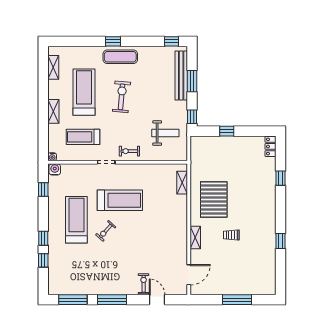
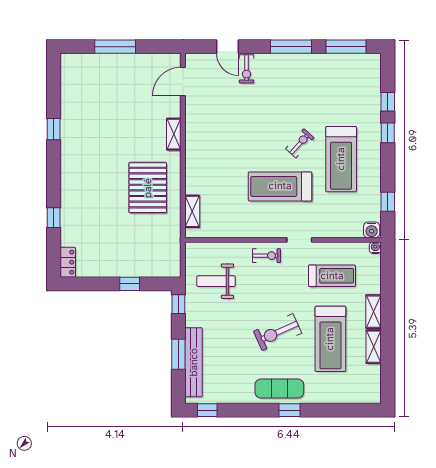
shelving: (53, 67) -> (374, 347), moved
exercise bike: (122, 97) -> (278, 332), turned 61
trolley: (231, 235) -> (123, 137), removed

